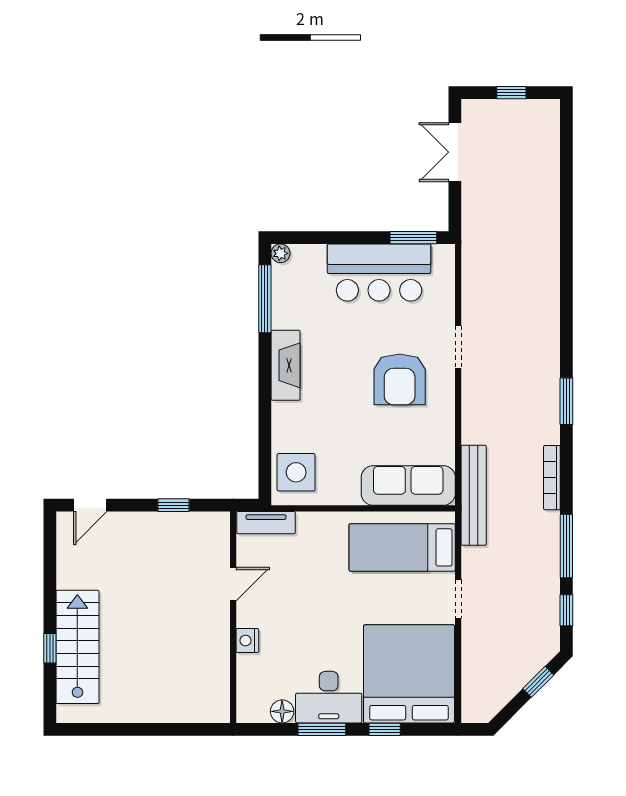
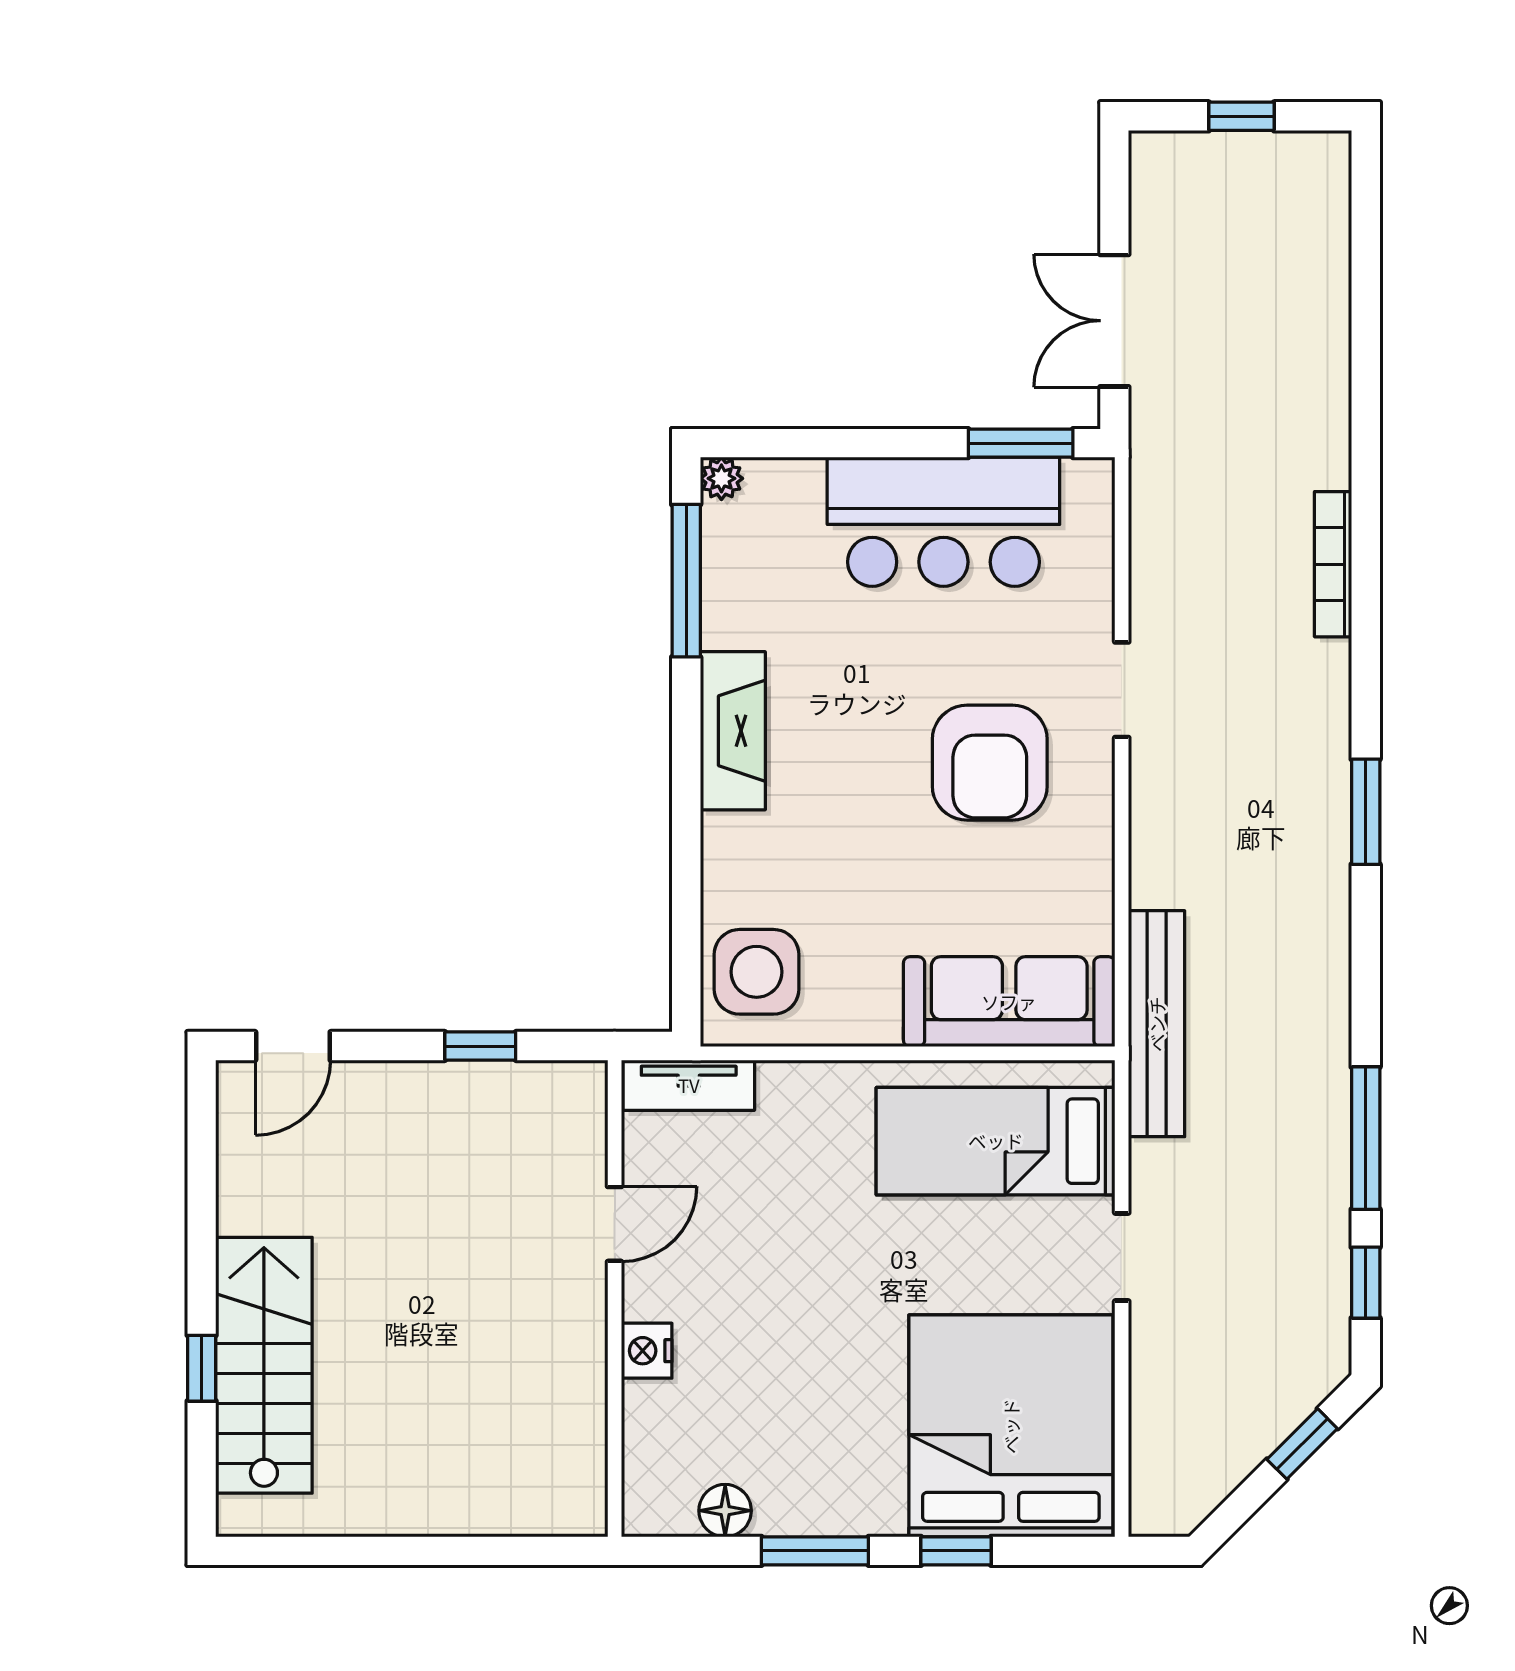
double door: (455, 152) -> (1114, 321), moved
bookcase: (552, 478) -> (1333, 564), moved
desk: (329, 697) -> (830, 1478), removed

